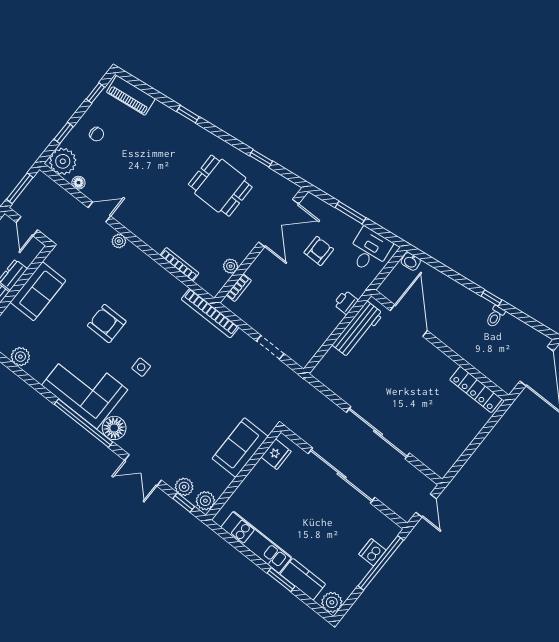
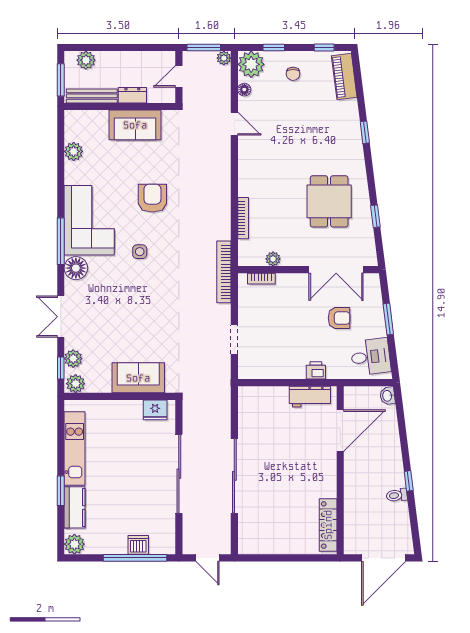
plant: (119, 241) -> (224, 58), moved
workbench: (358, 329) -> (310, 397), width x0.73
window: (83, 423) -> (61, 241), width x0.68
door: (426, 506) -> (208, 558), hinge flipped

